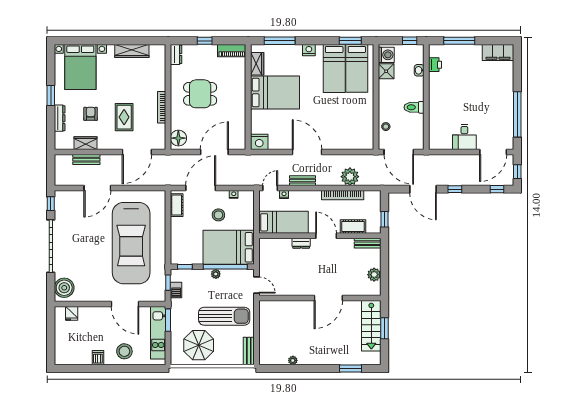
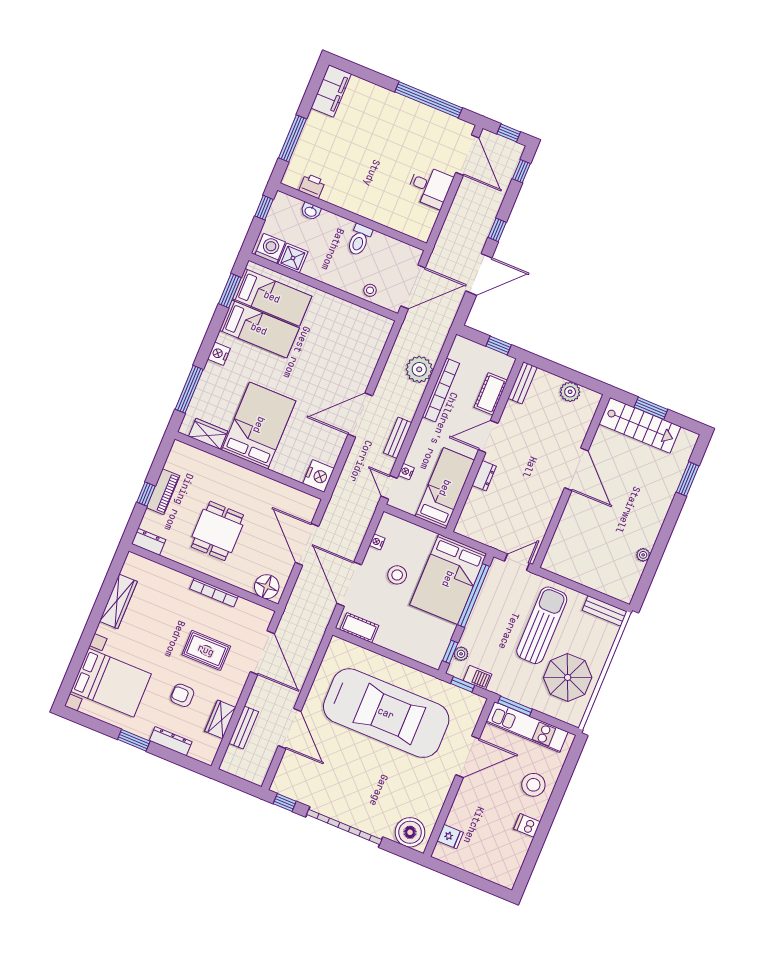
piano: (232, 51) -> (163, 492), moved
plant: (216, 274) -> (461, 654), moved

